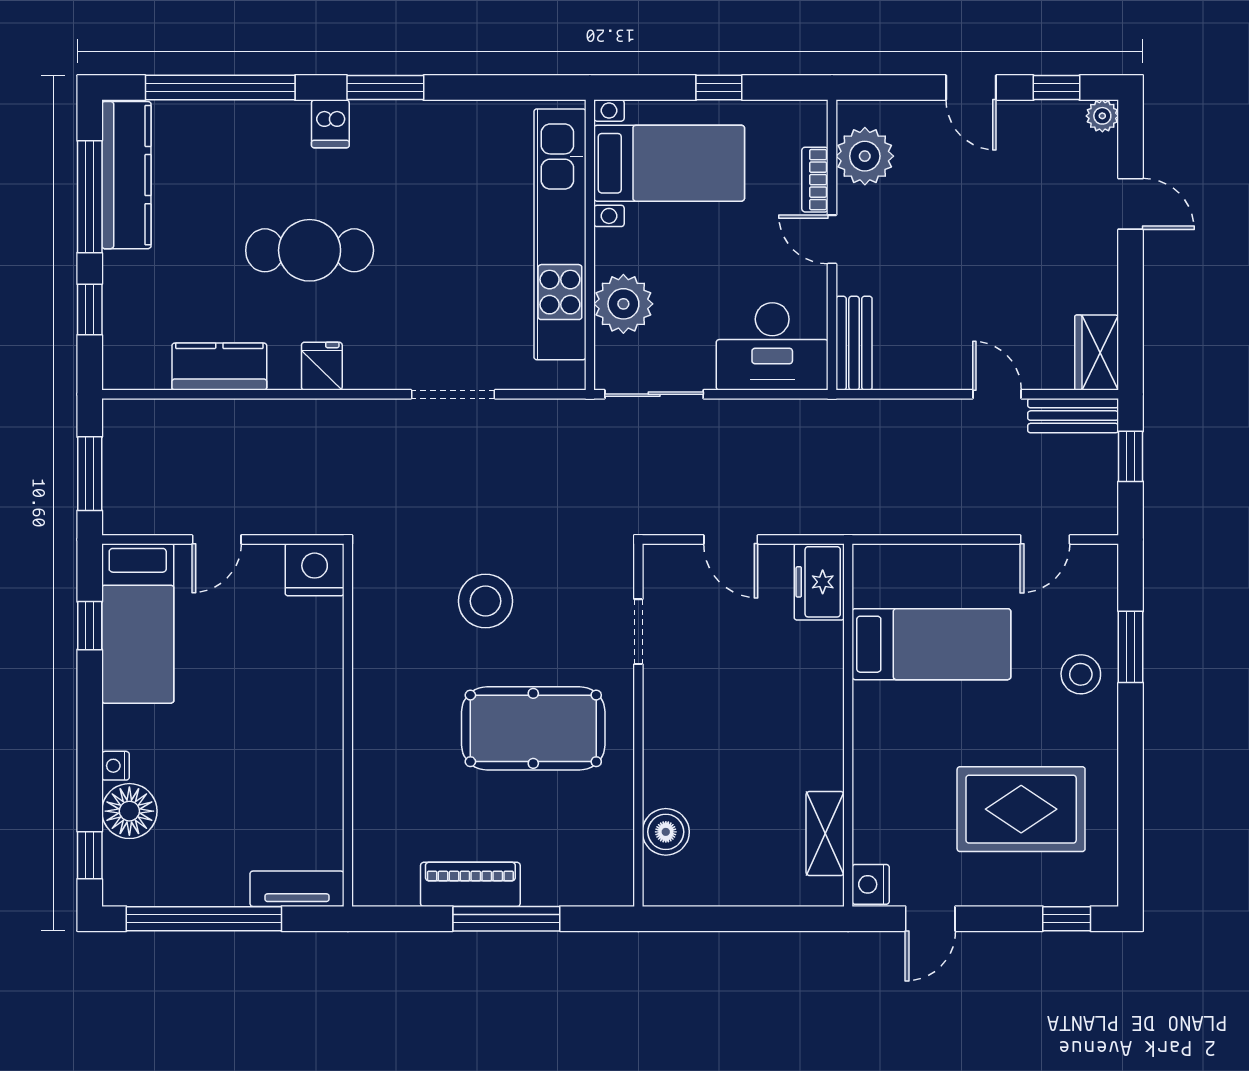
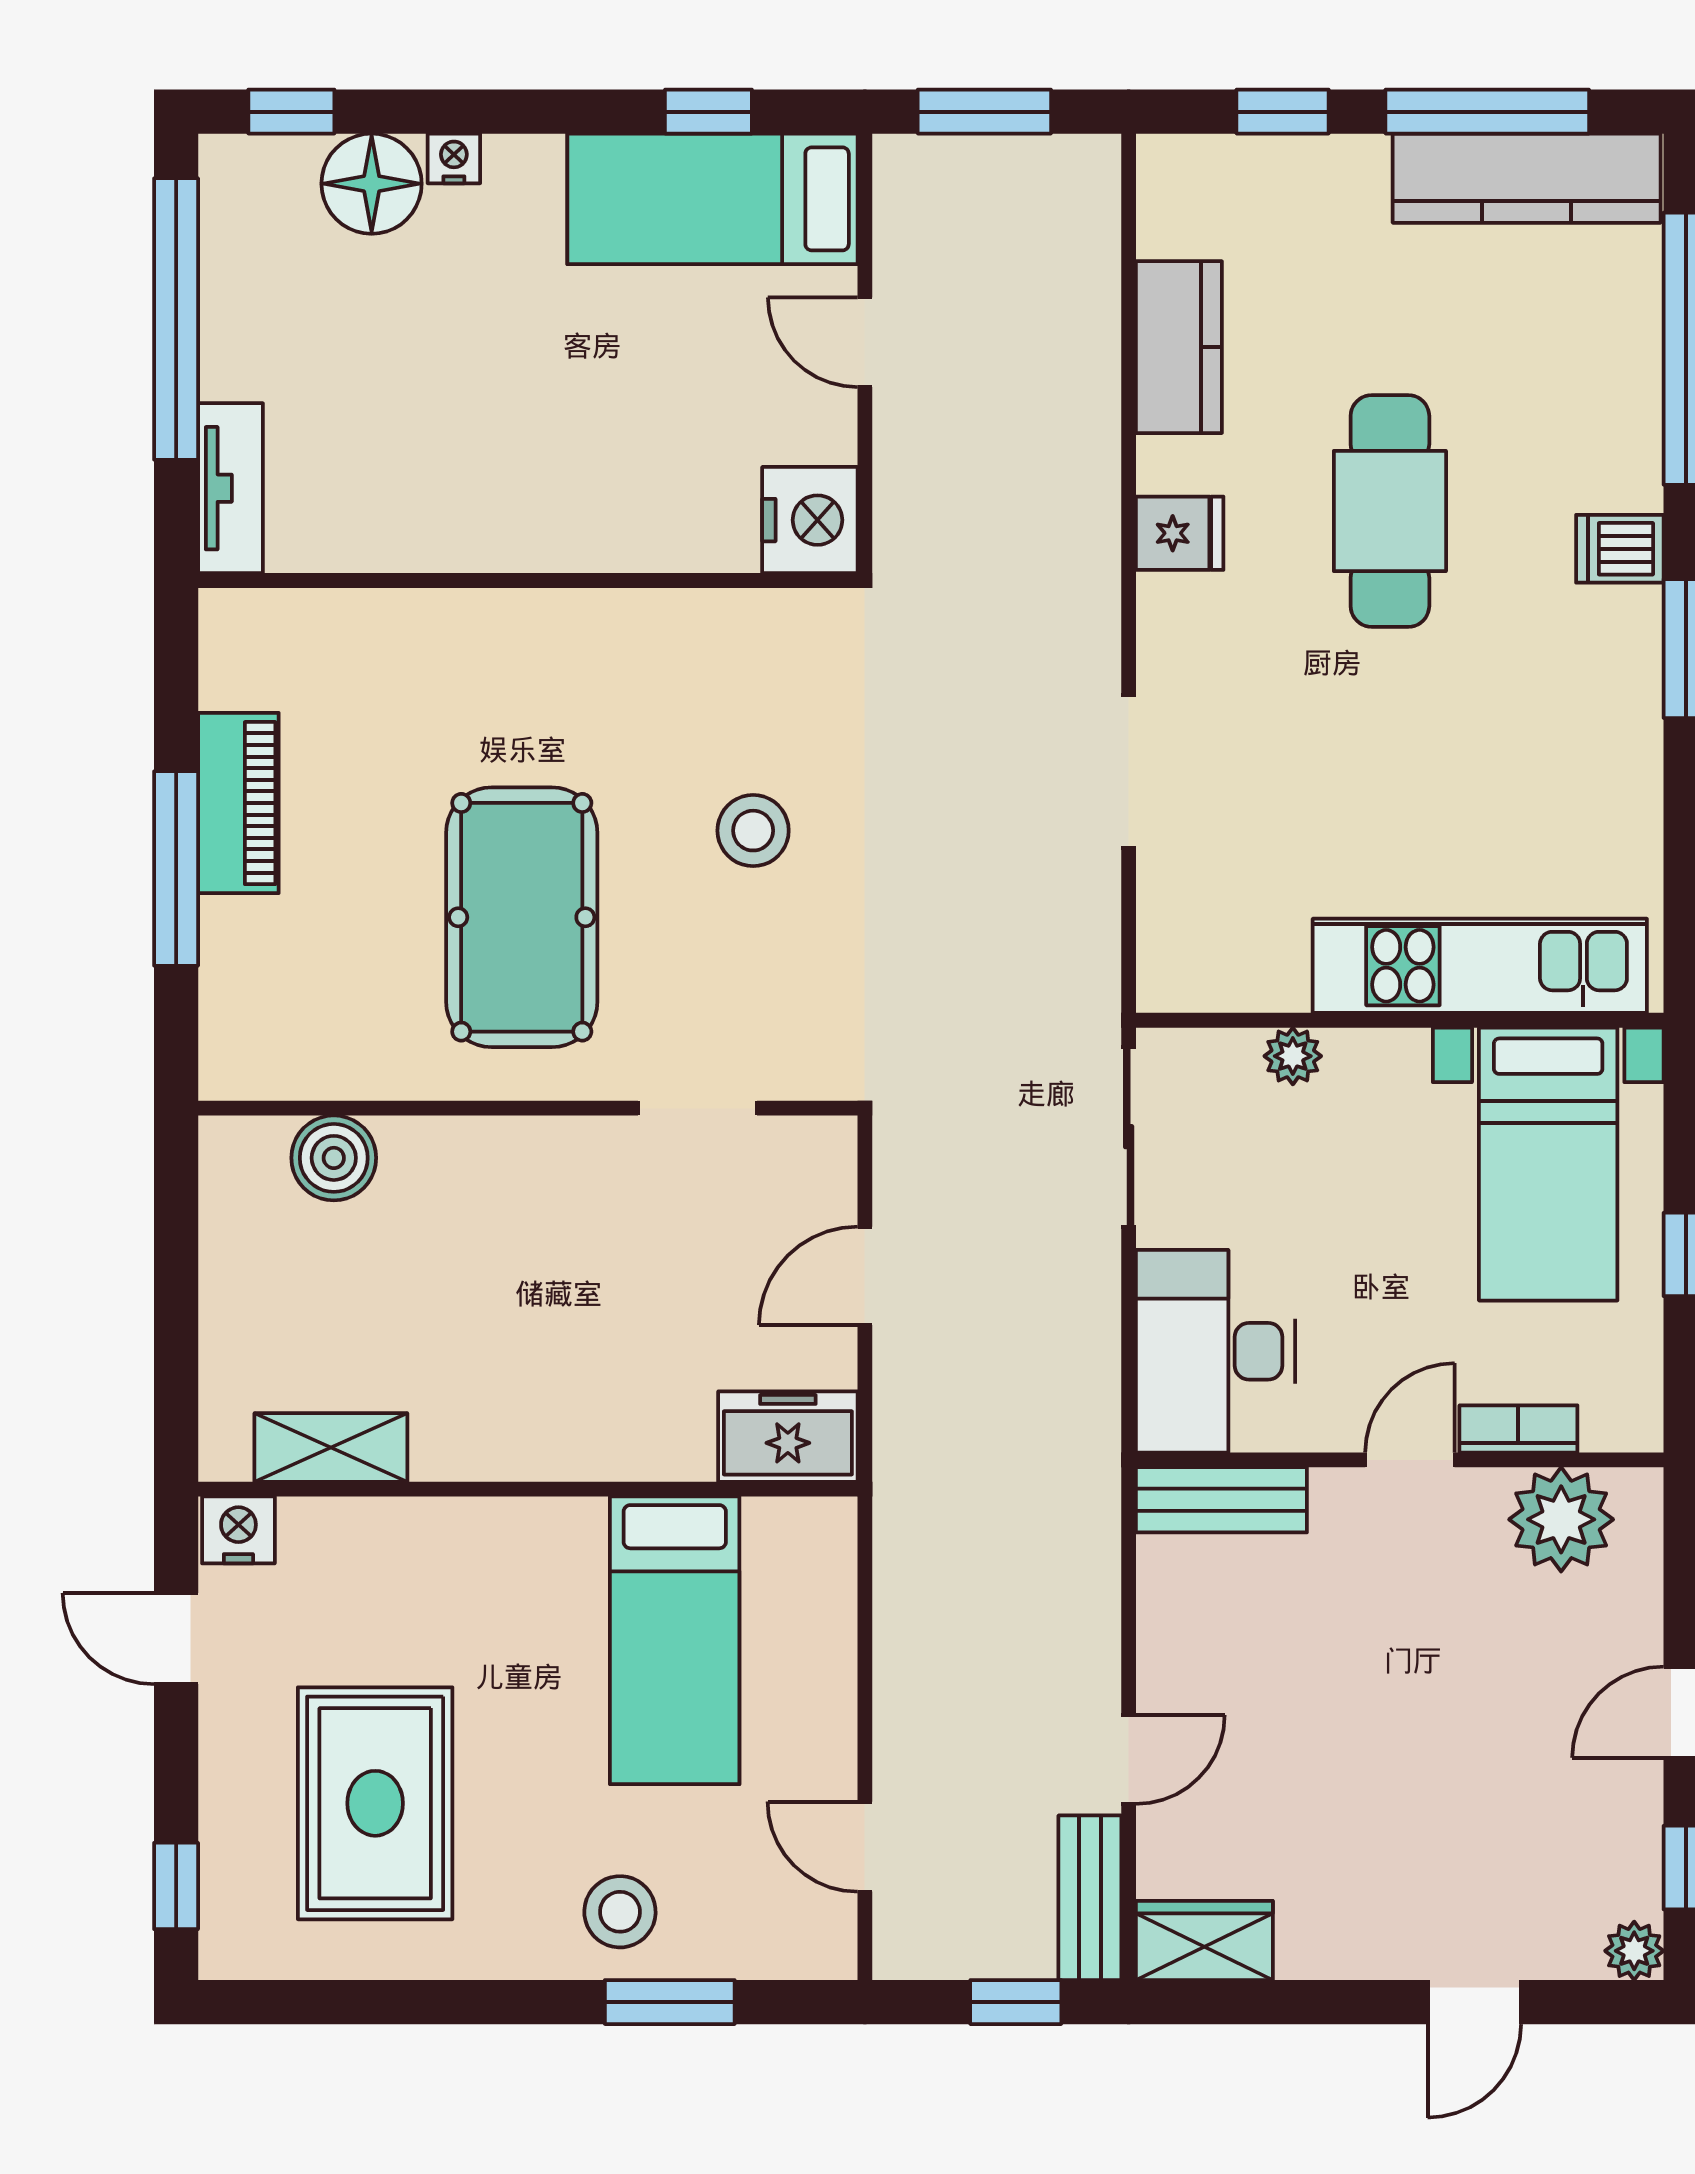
kitchen unit: (560, 234) -> (1480, 966), width x0.73
plant: (623, 304) -> (1293, 1056), width x0.53, depth x0.53
stool: (486, 601) -> (753, 831), width x0.73, depth x0.73

